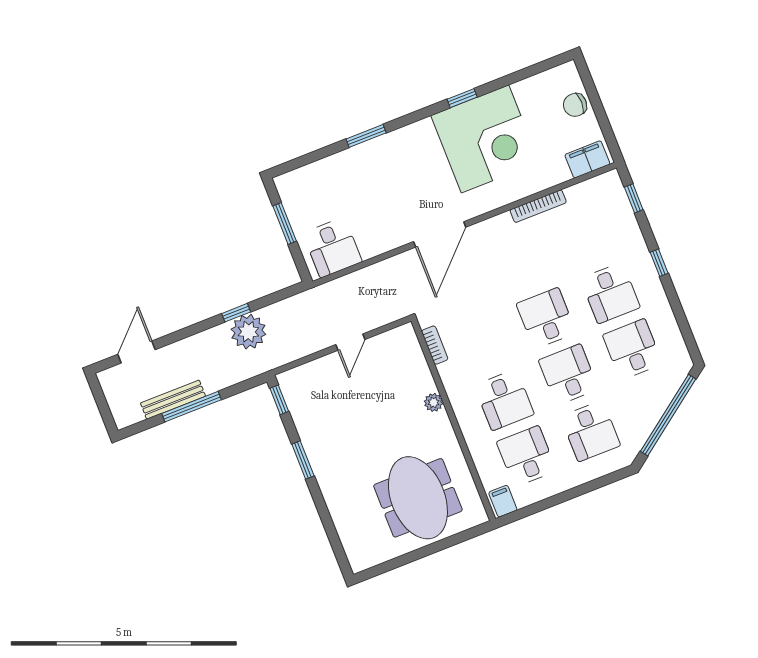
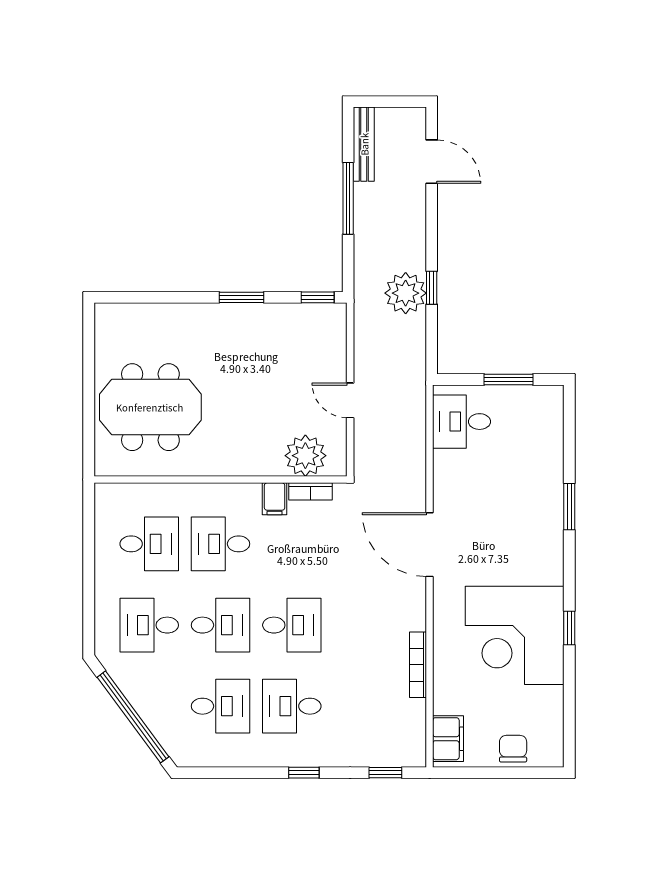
bench: (173, 400) -> (364, 144), moved
plant: (434, 402) -> (305, 456), moved, width x1.88, depth x1.88
filing cabinet: (503, 501) -> (275, 499), moved, turned 90

